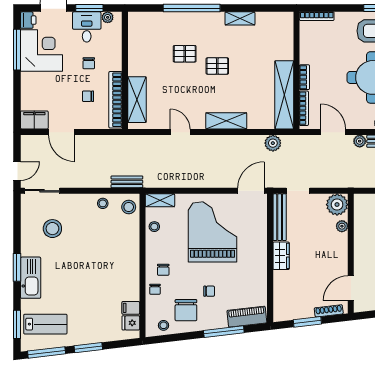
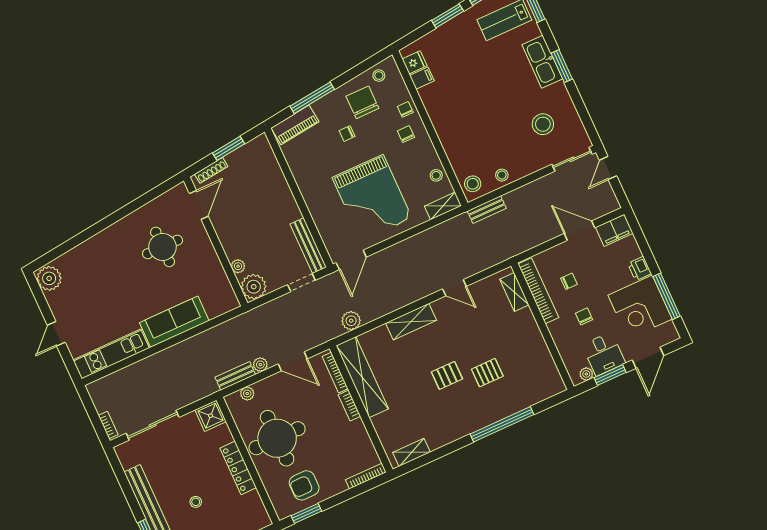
shelving: (240, 18) -> (411, 452), moved
printer: (28, 20) -> (639, 269), moved
shelving: (137, 100) -> (514, 292), width x0.67, depth x0.75
wardrobe: (281, 256) -> (288, 206), removed

